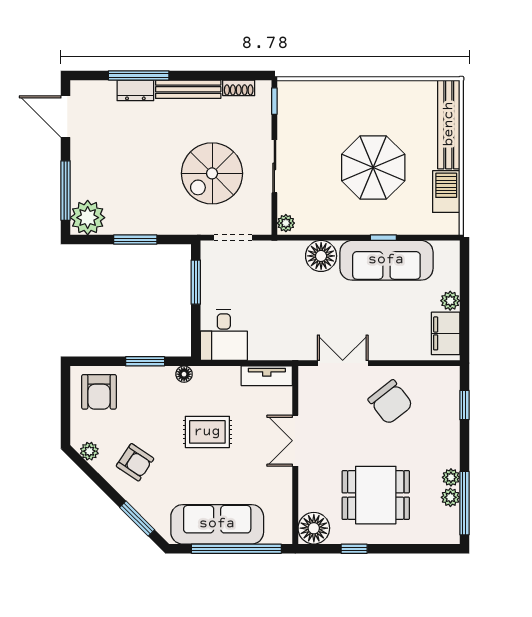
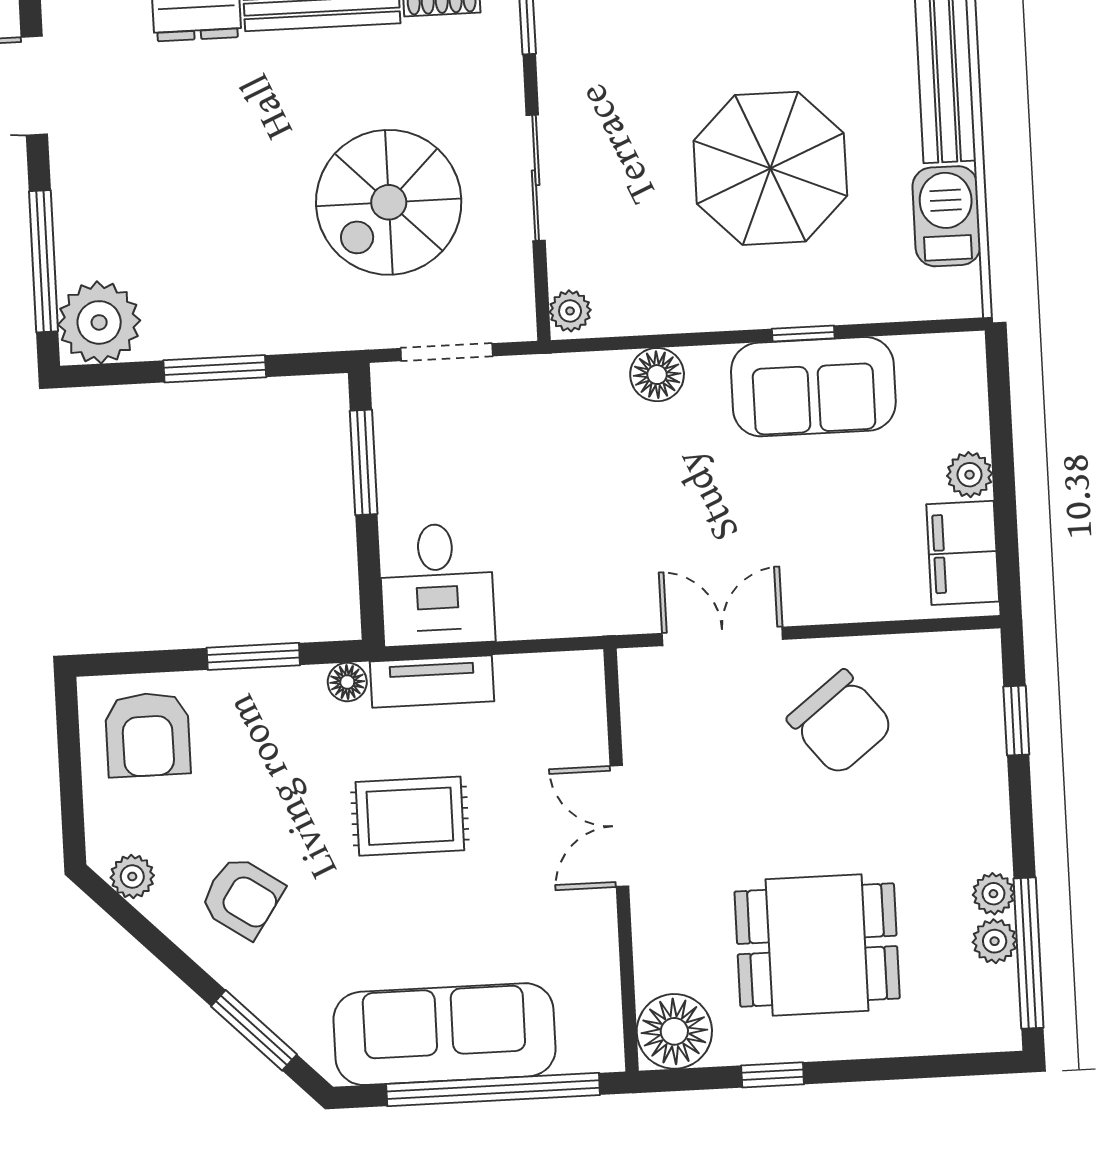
floor lamp: (321, 256) -> (657, 375), width x0.73, depth x0.73
sofa: (386, 260) -> (813, 387), width x0.73
tv unit: (267, 376) -> (432, 681), moved

